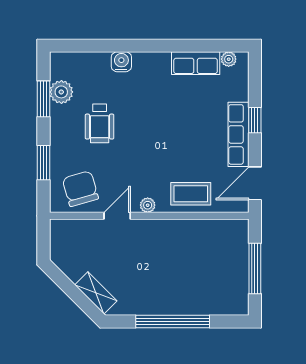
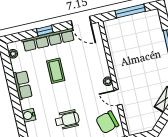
row of seats: (196, 63) -> (23, 85), moved
row of seats: (238, 134) -> (48, 40), width x1.36
coffee table: (191, 194) -> (56, 71), moved

